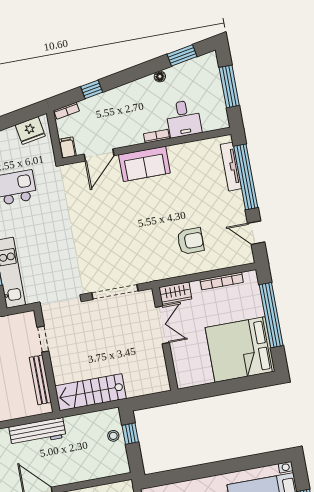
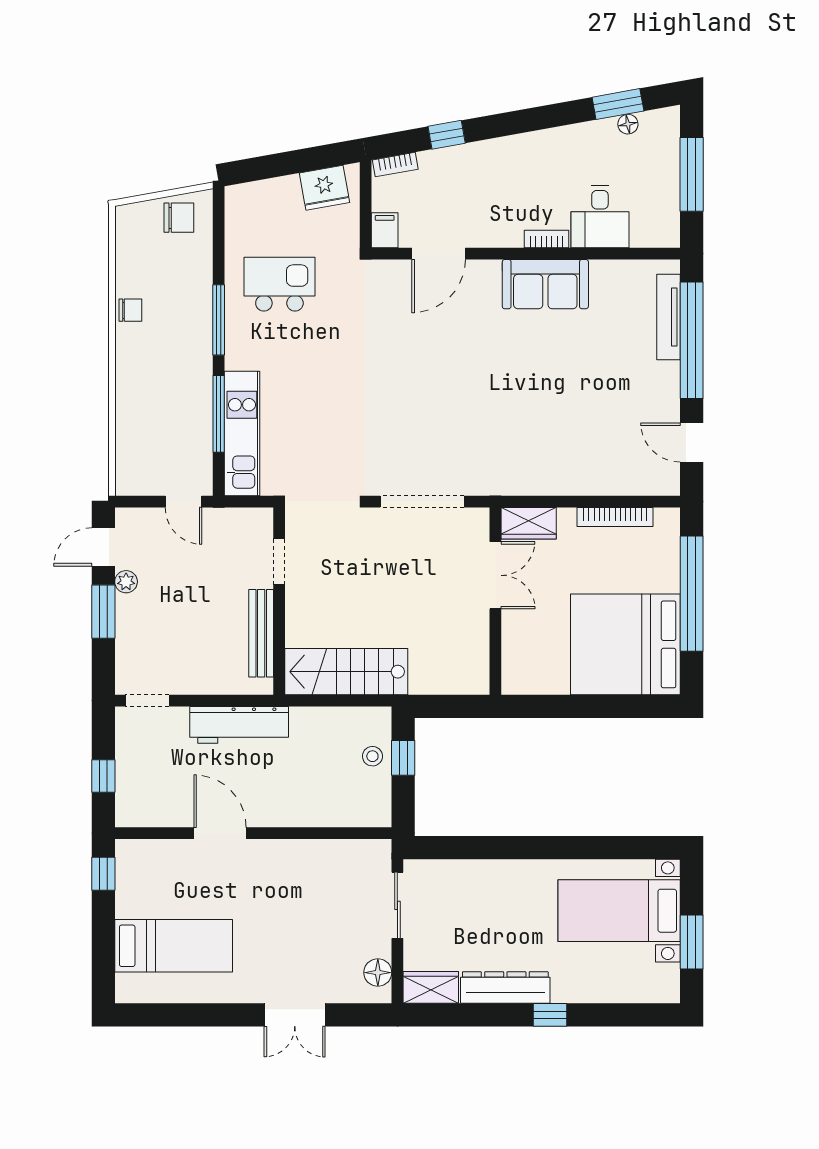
floor lamp: (160, 76) -> (628, 124), moved
sofa: (144, 164) -> (545, 284), moved
armchair: (190, 241) -> (573, 436), removed

